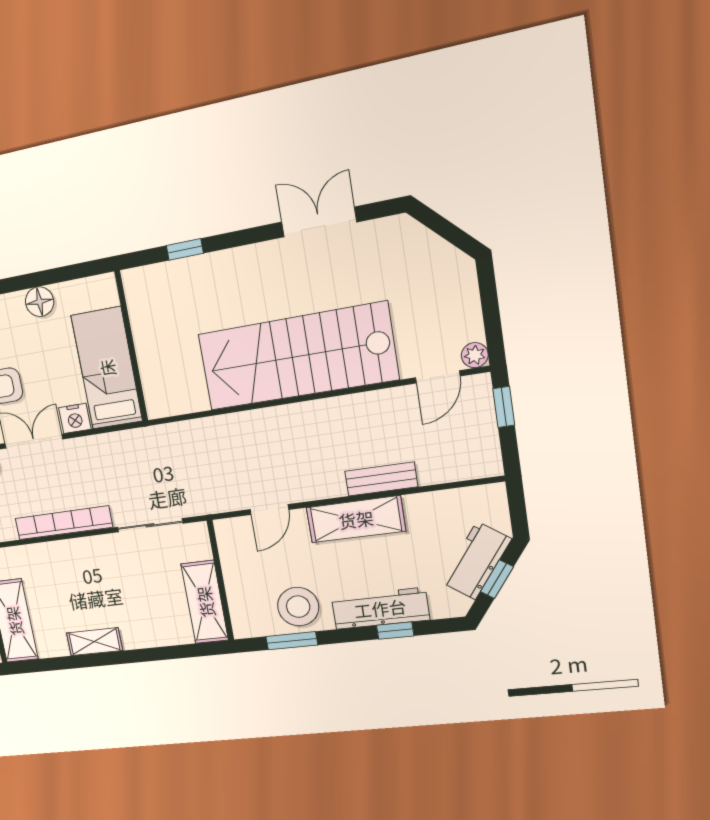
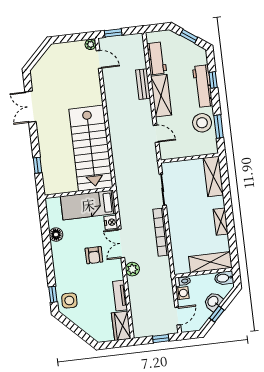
stairs: (297, 357) -> (91, 148), moved
workbench: (476, 561) -> (157, 58), moved, turned -126
shelving: (205, 602) -> (213, 176), moved, turned 90

